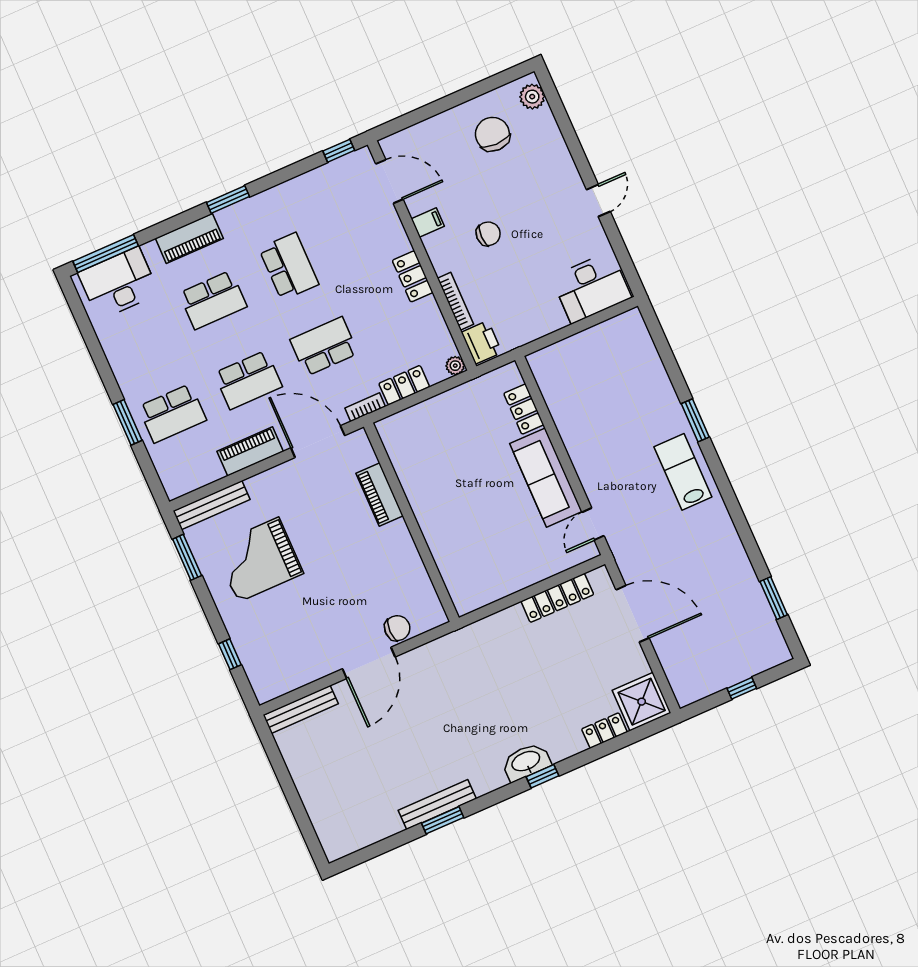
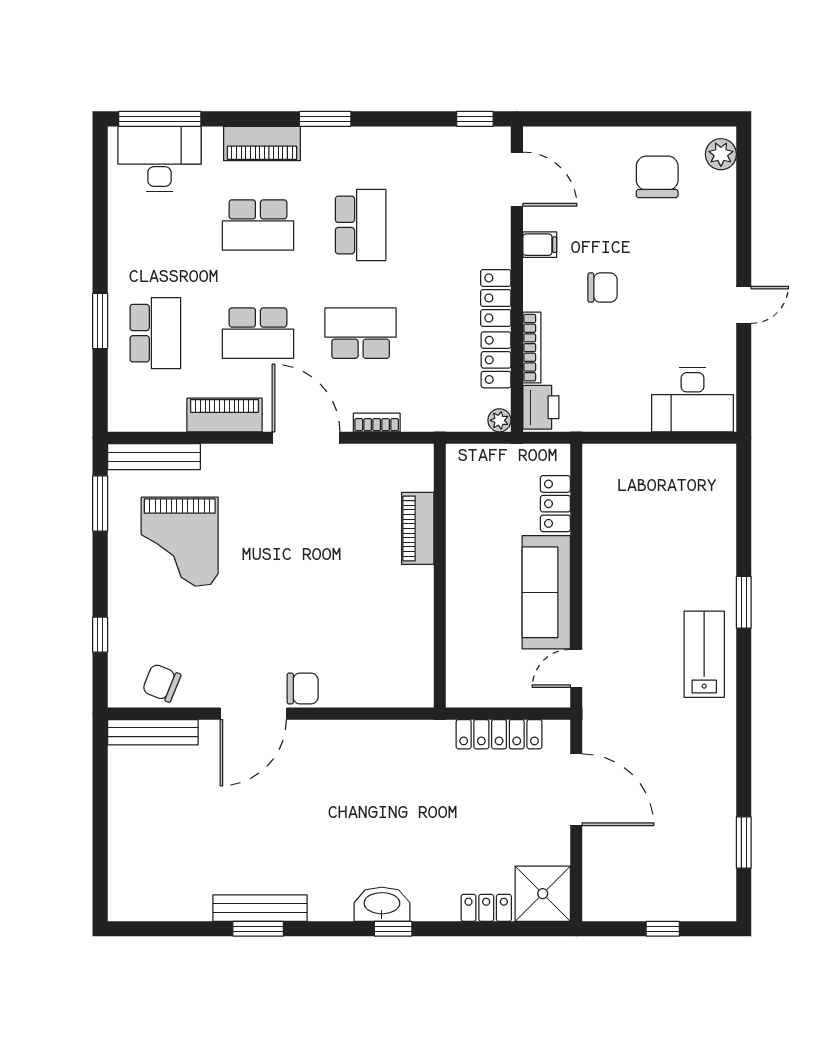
locker: (404, 385) -> (496, 360), moved, turned -90
school desk: (172, 413) -> (155, 333), turned -90
piano: (380, 495) -> (418, 528), moved
wall: (411, 522) -> (440, 576), moved
grand piano: (258, 560) -> (180, 542), turned -90
chair: (291, 670) -> (162, 683), added

